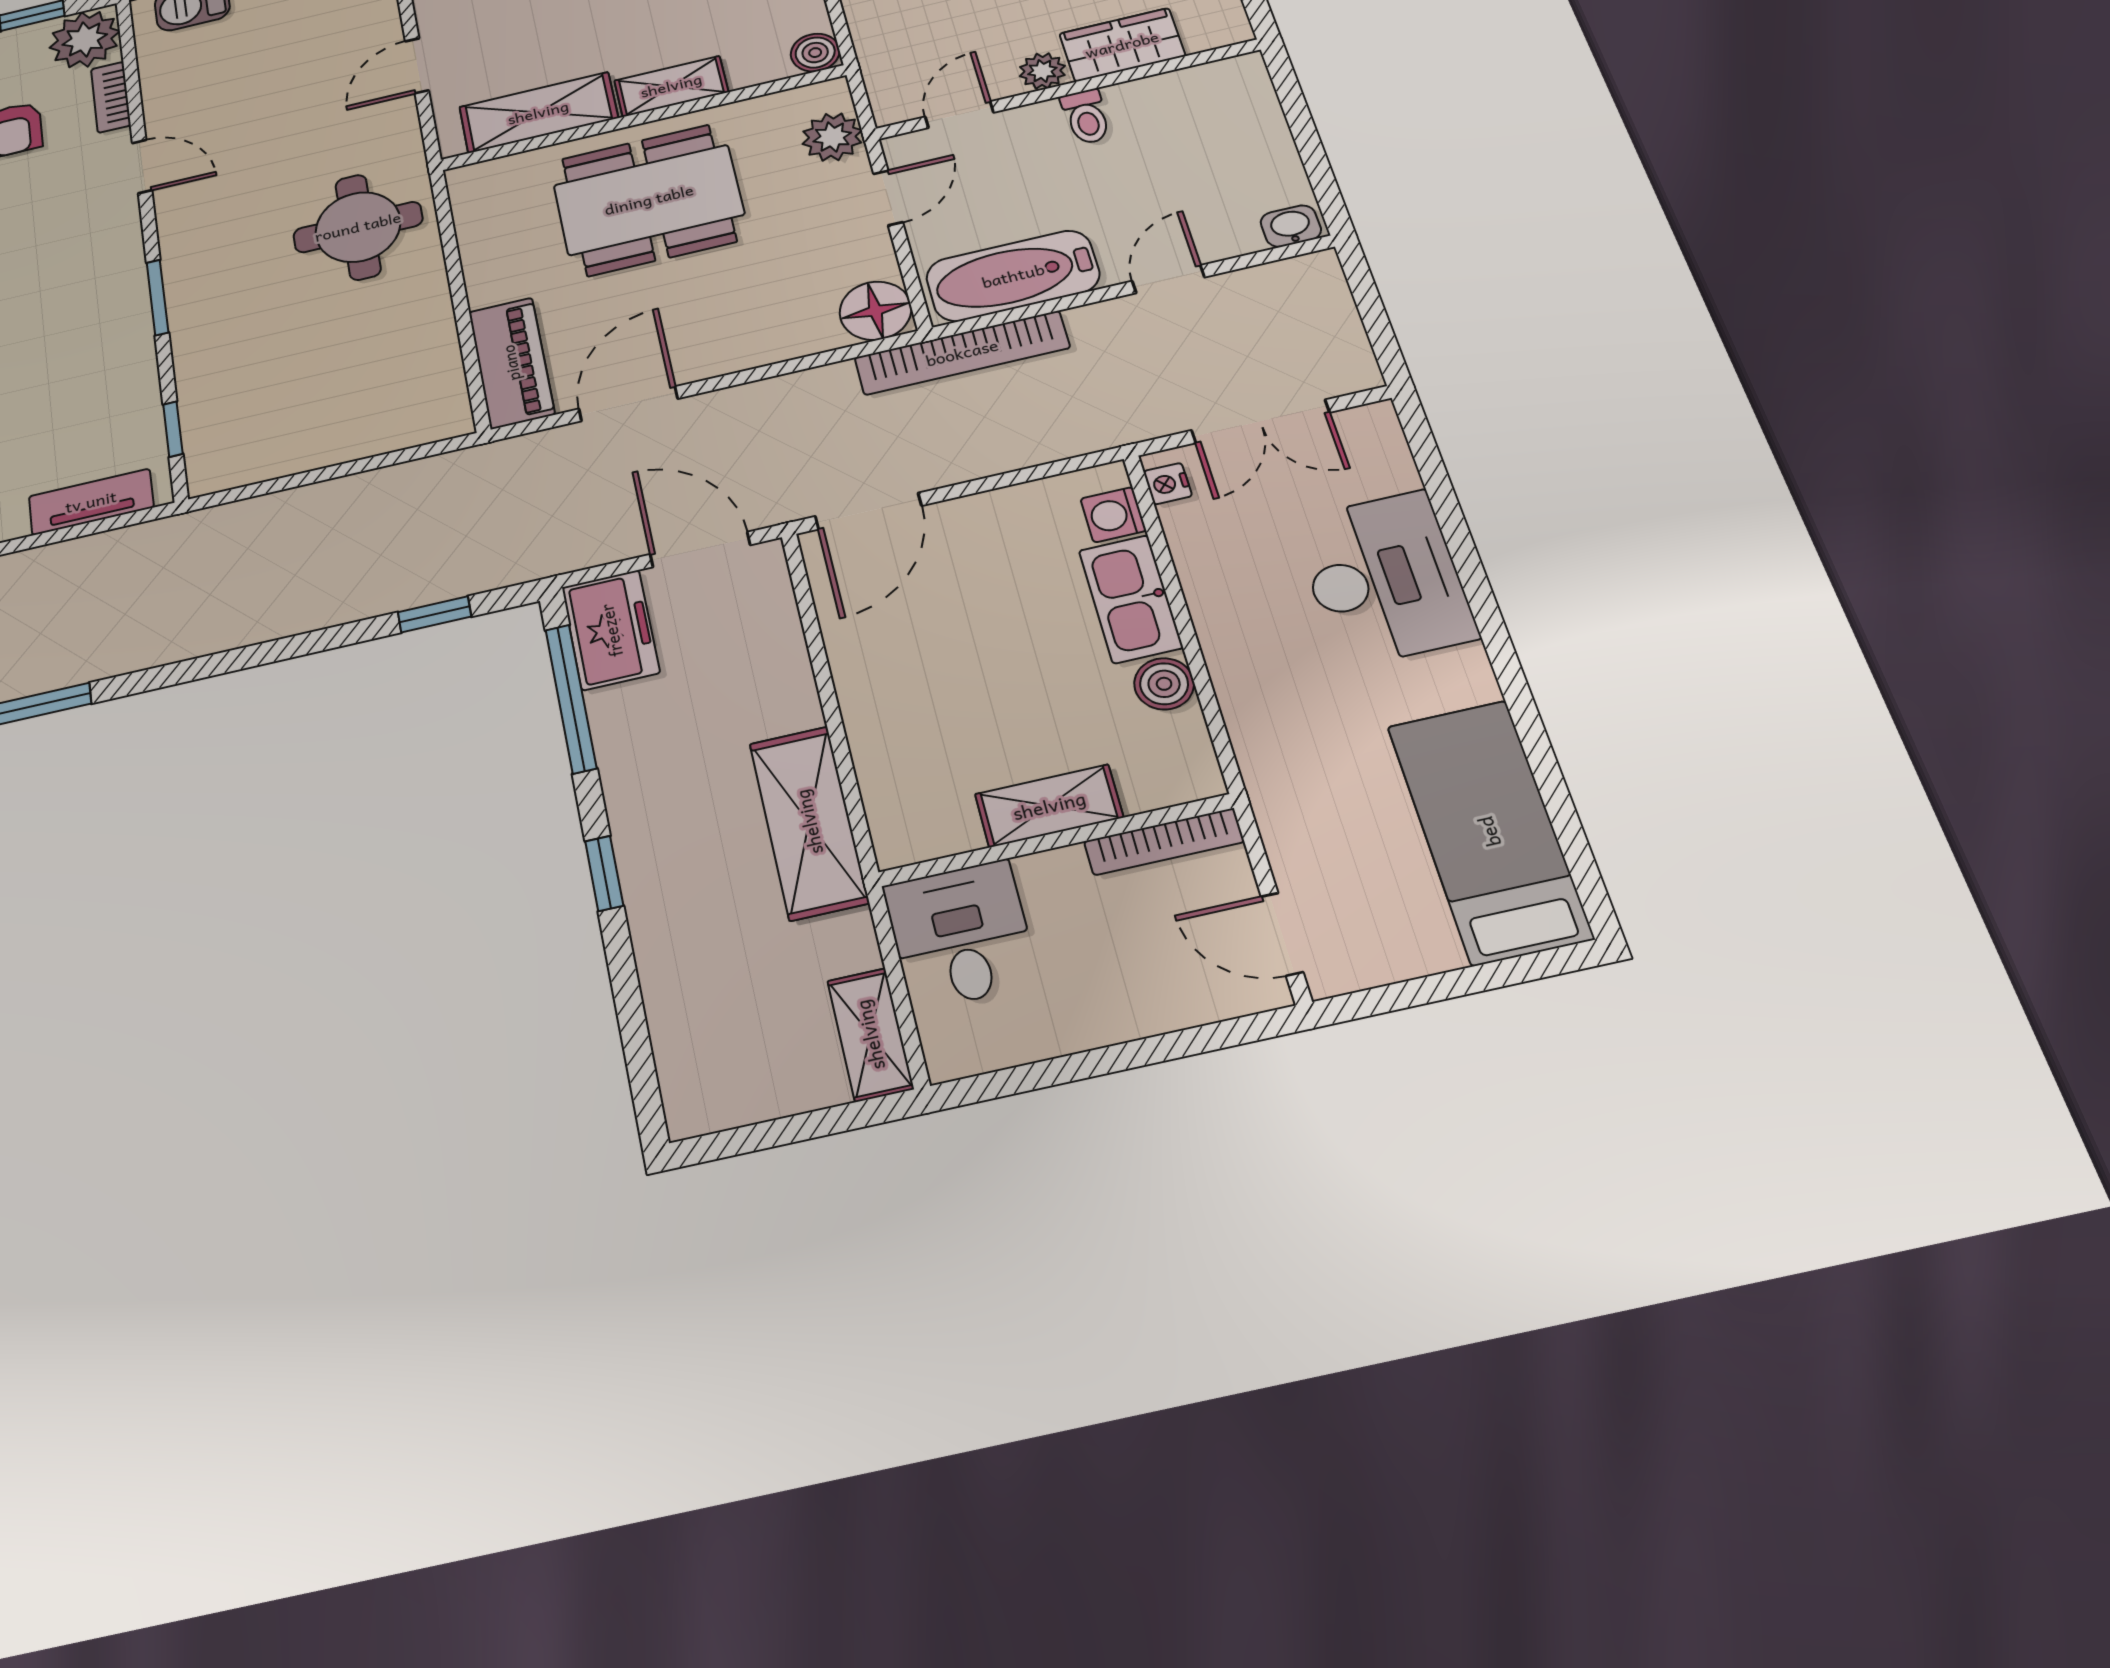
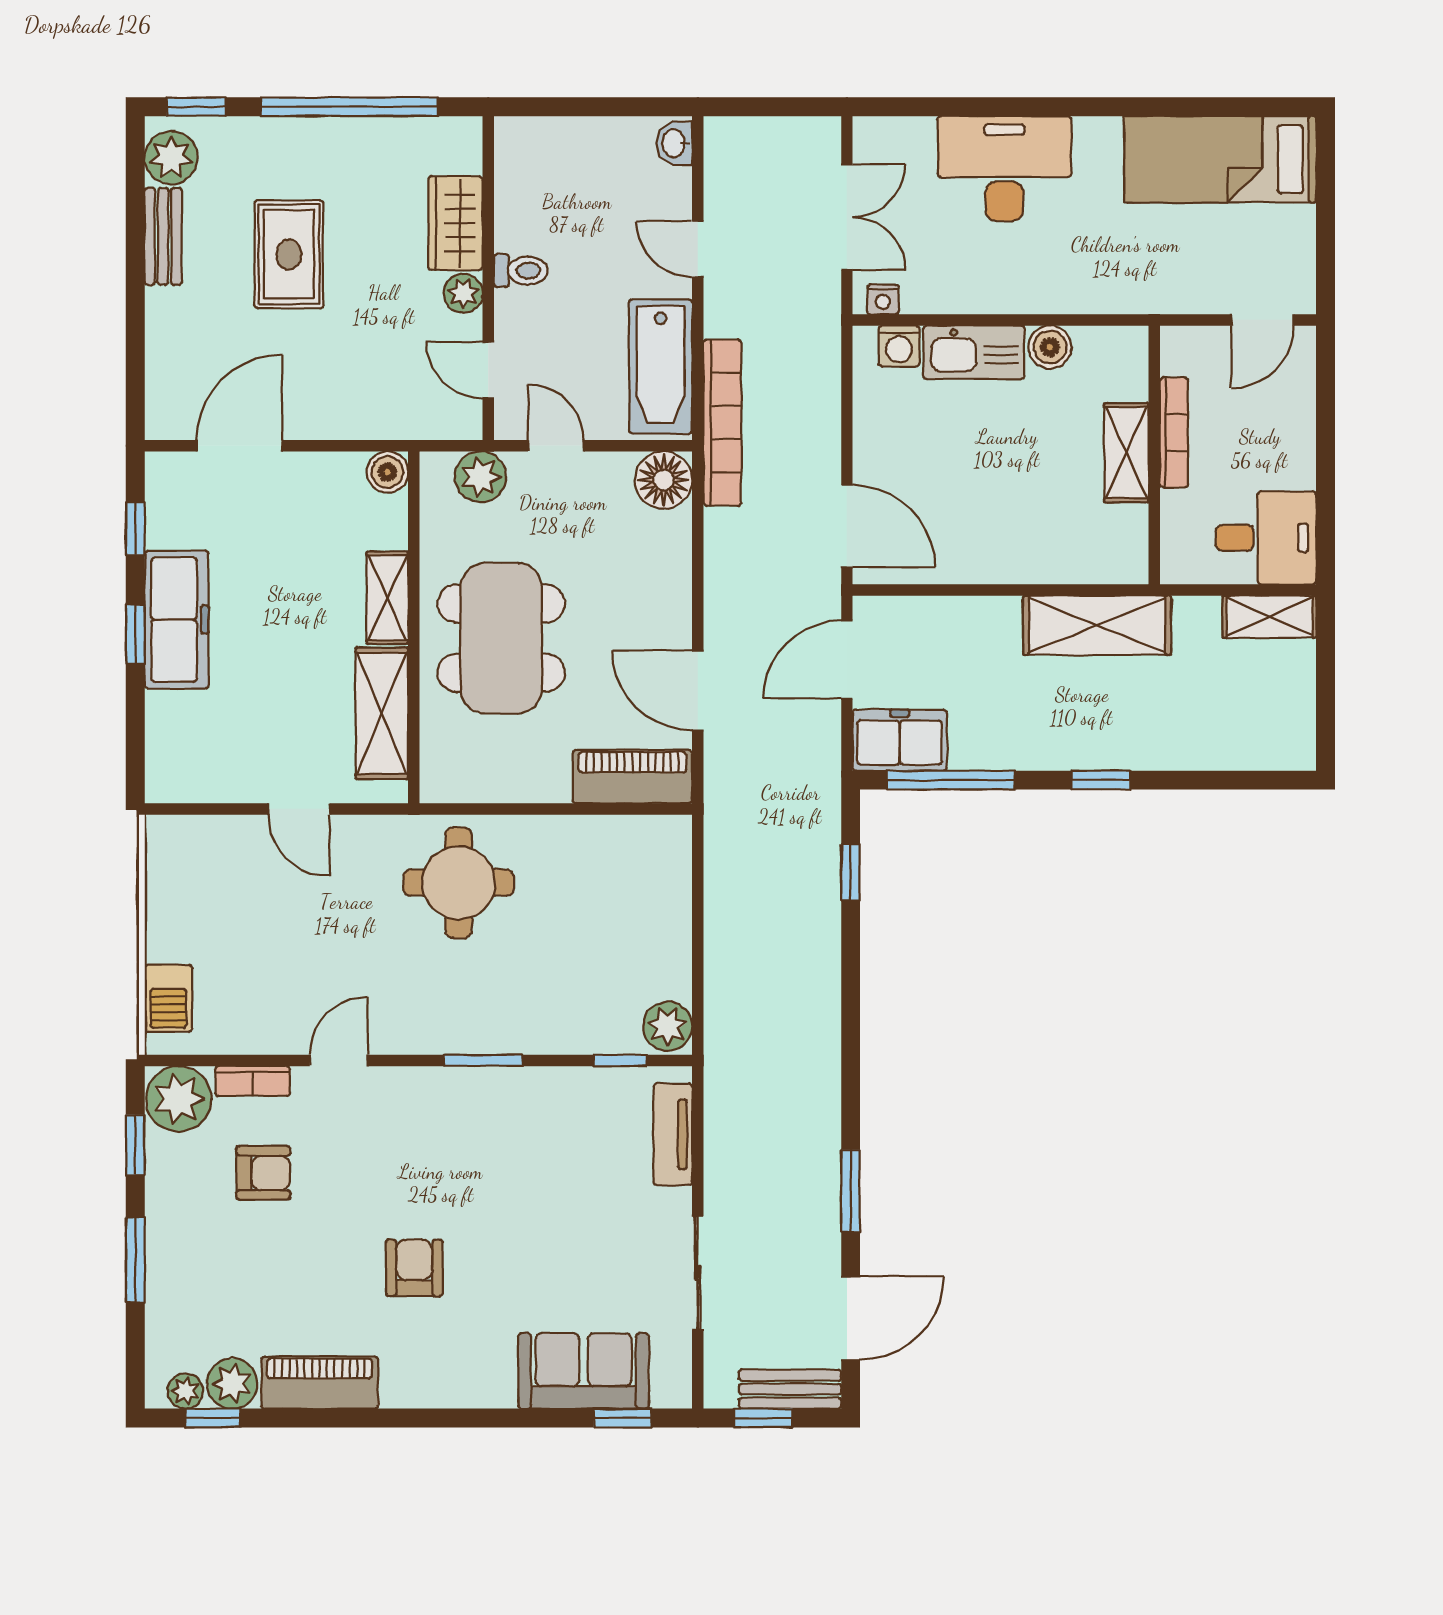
plant: (219, 467) -> (668, 1026), added
bookcase: (1164, 842) -> (1174, 432), moved
desk: (961, 935) -> (1266, 538), moved, turned 180

